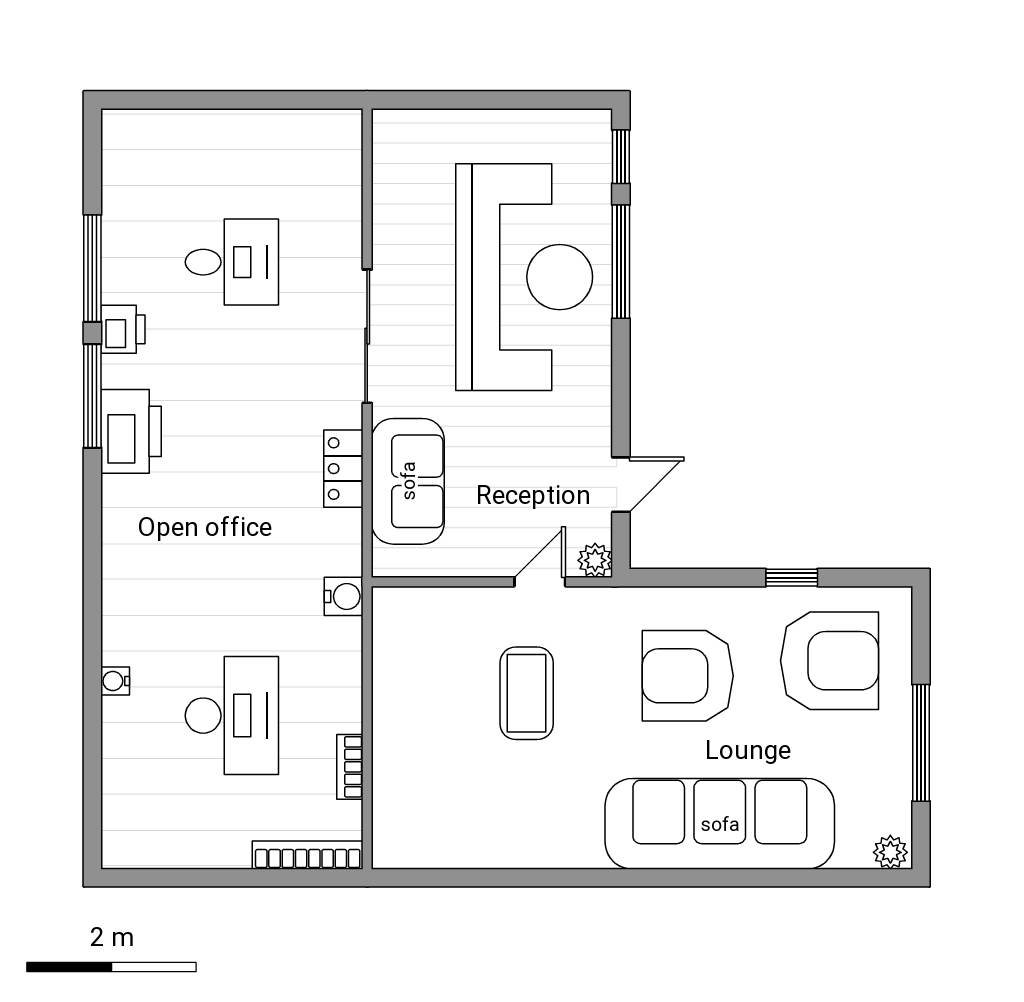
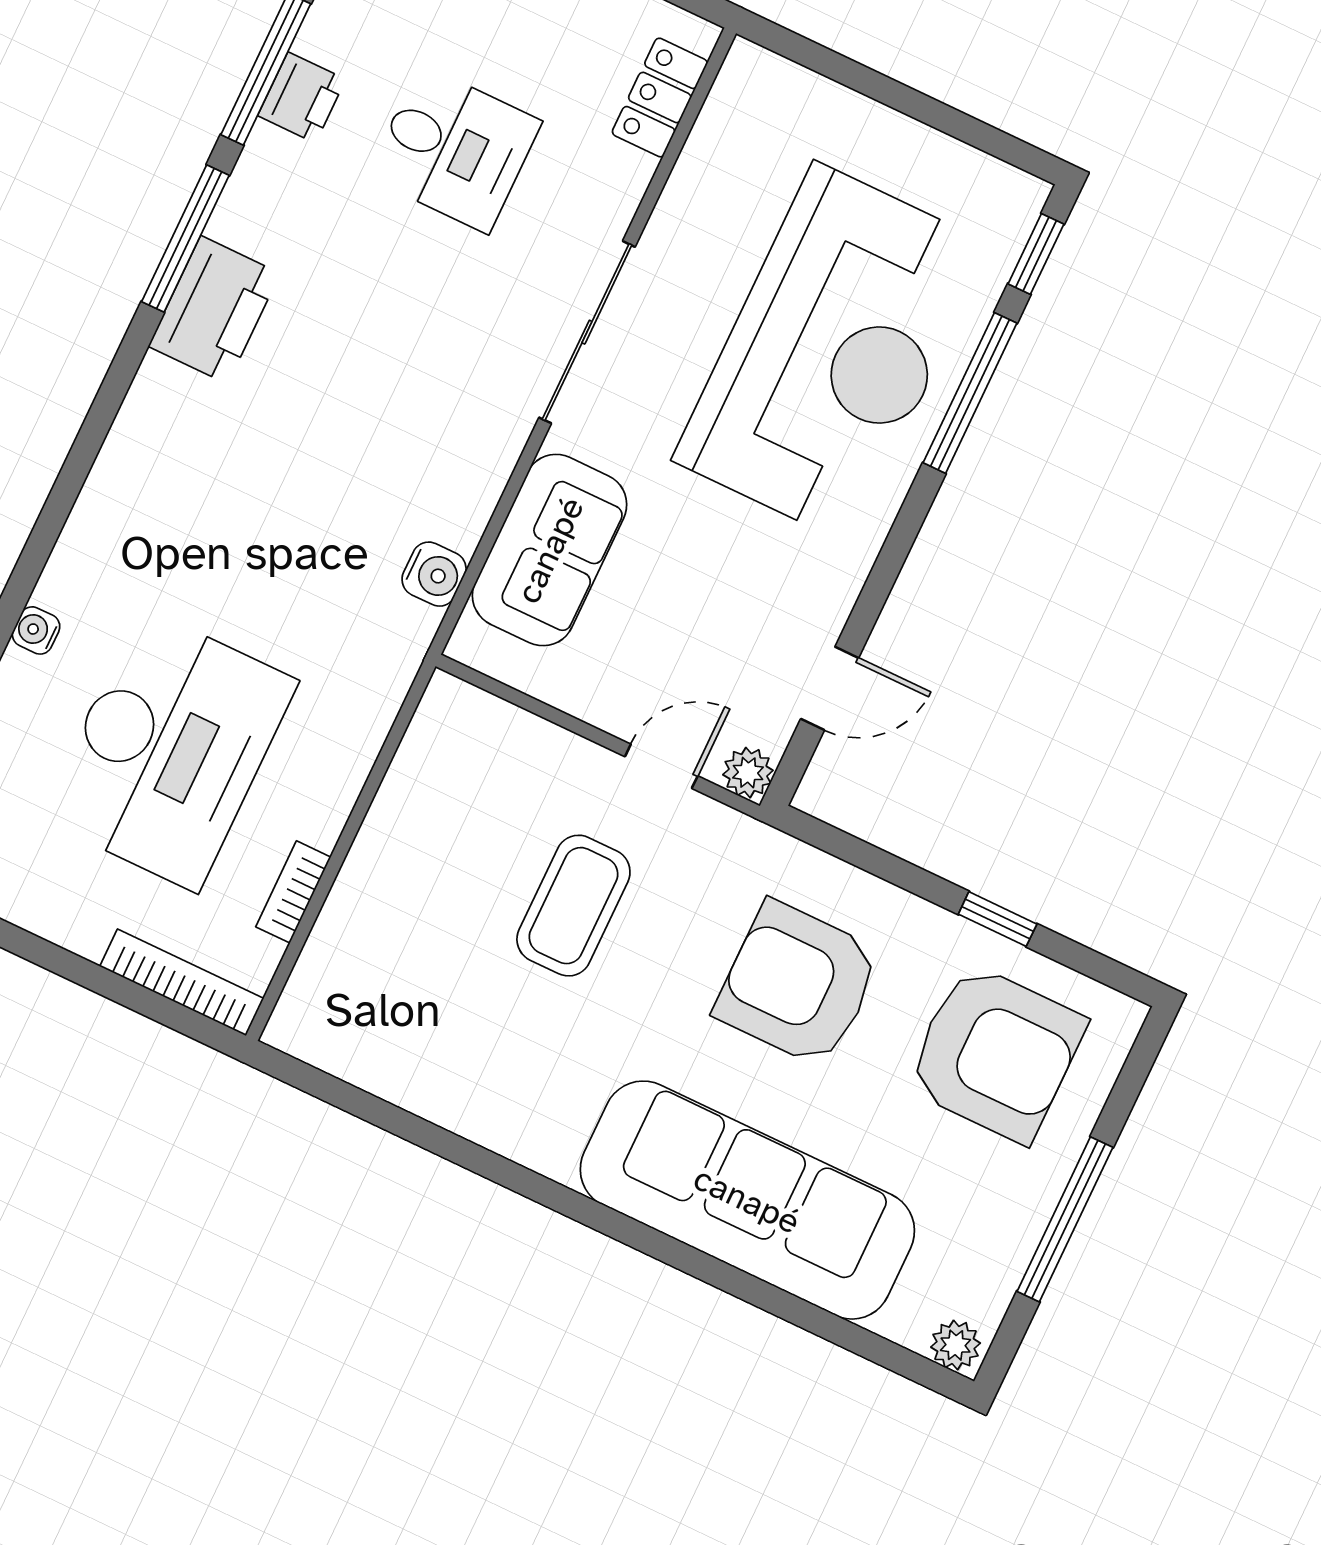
printer: (123, 329) -> (302, 97), moved
locker: (343, 469) -> (660, 98), moved
water cooler: (344, 596) -> (434, 574), moved
desk: (232, 716) -> (169, 750), width x1.36, depth x1.30

